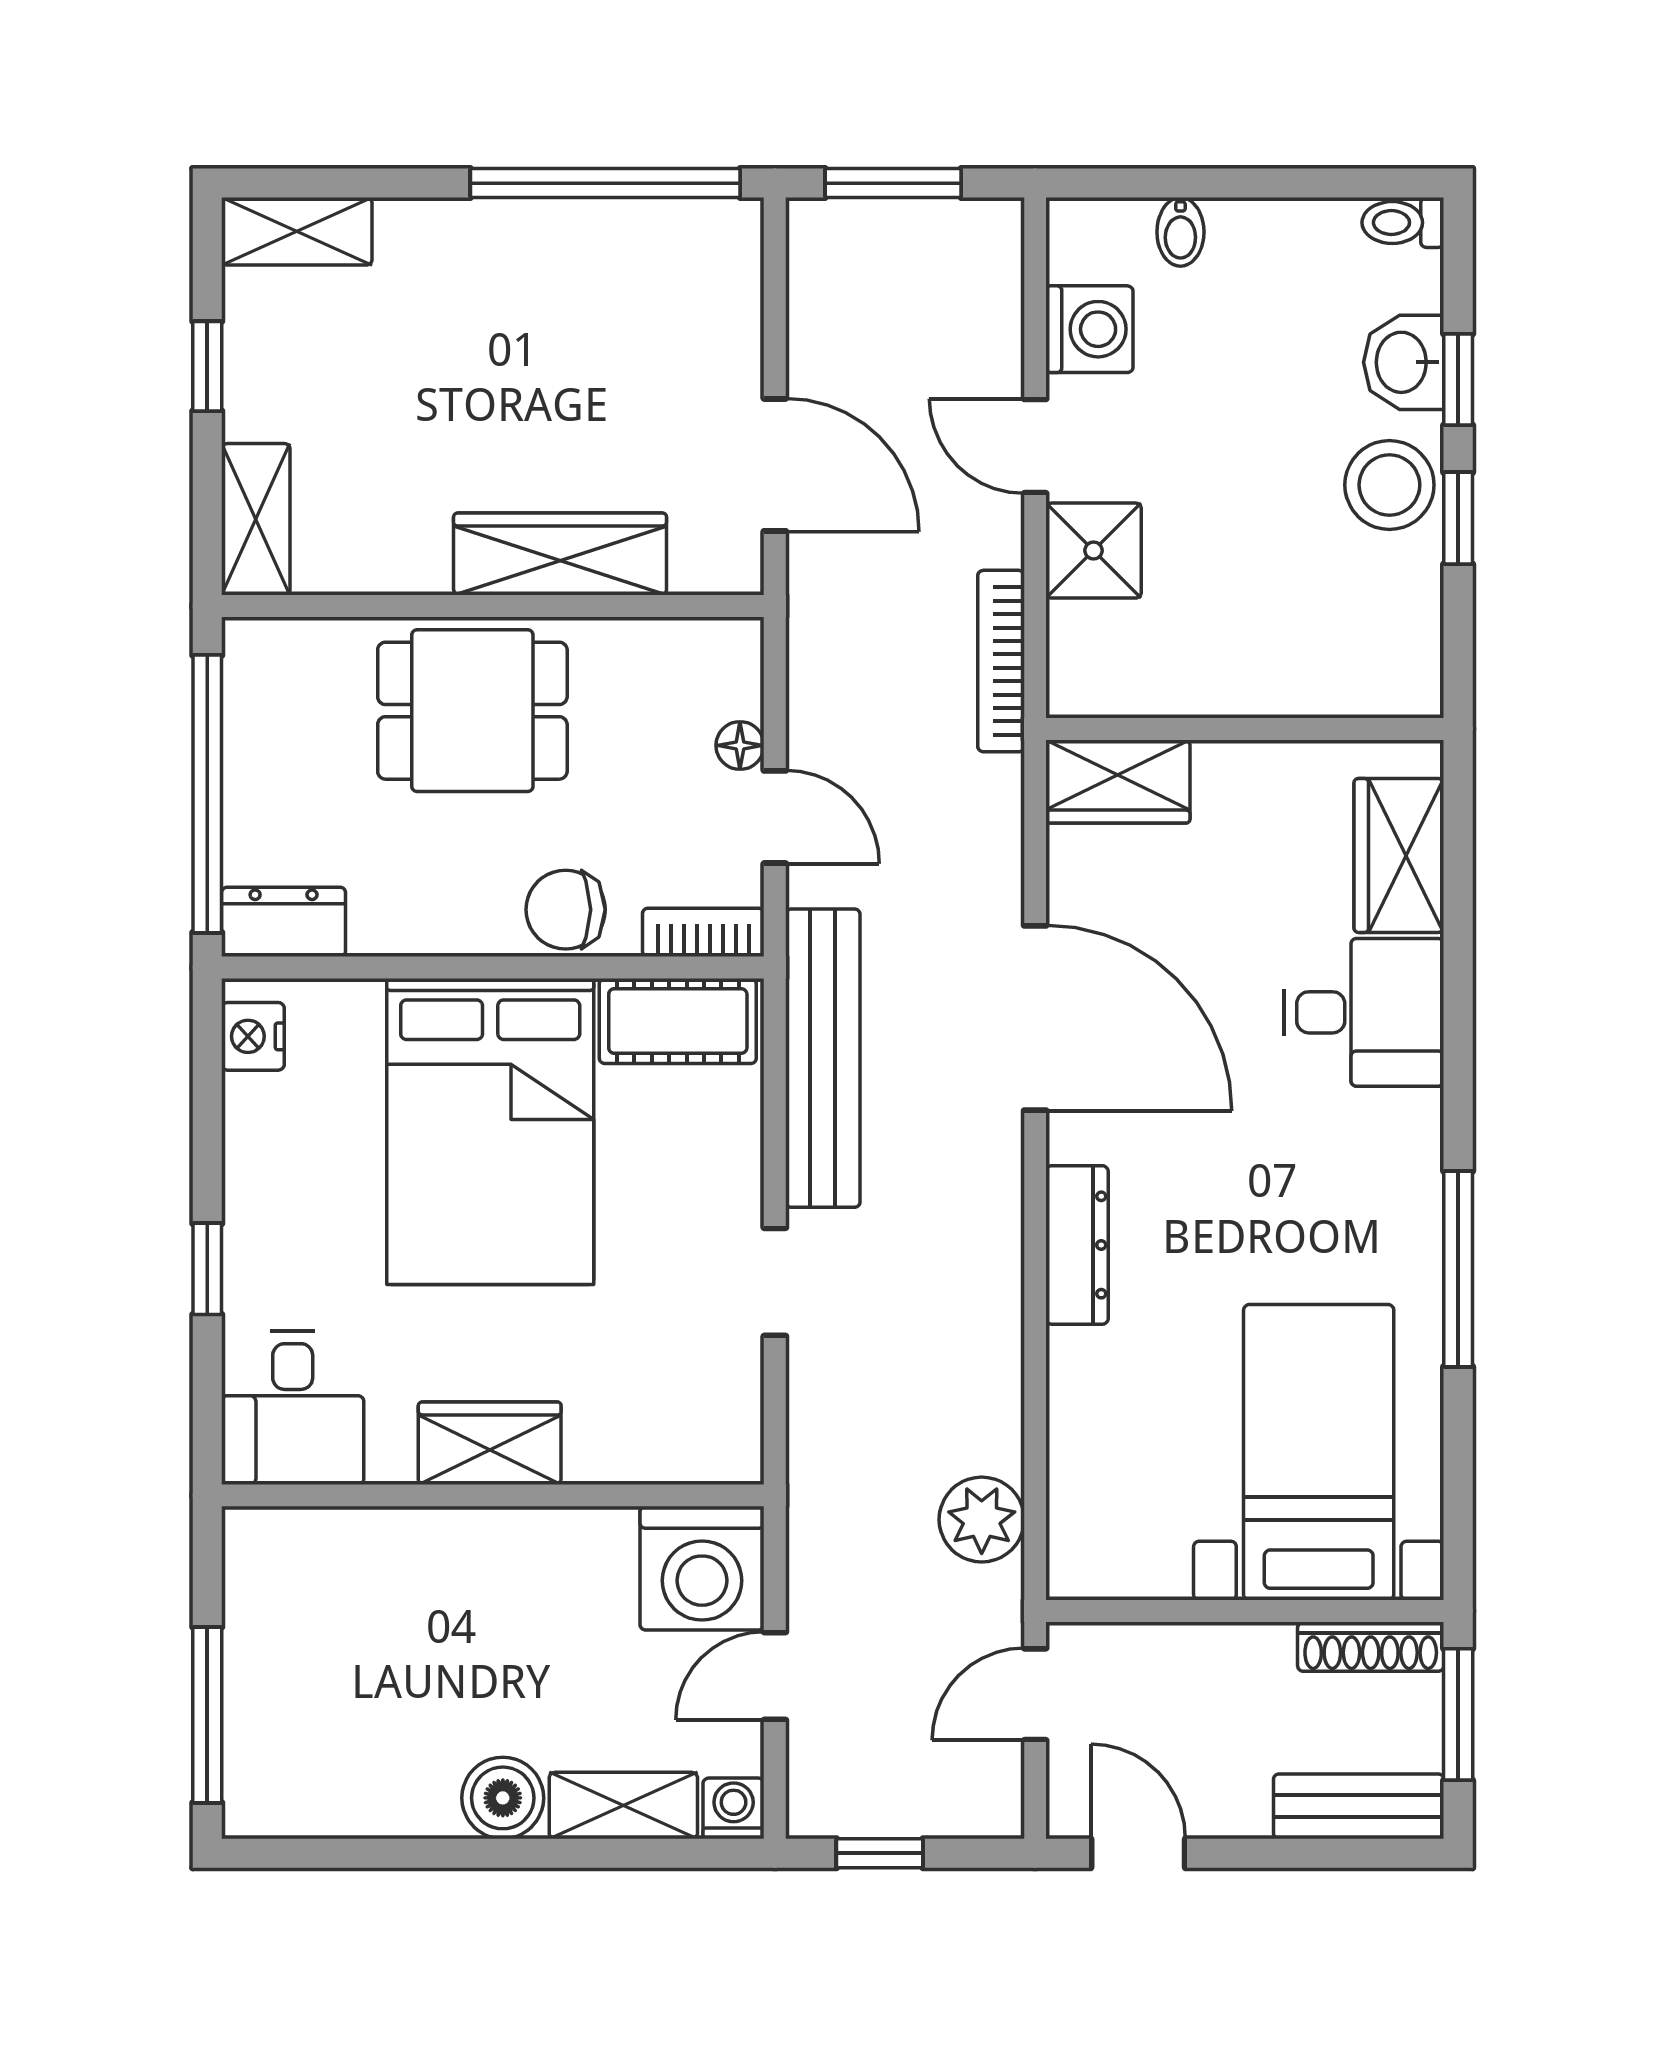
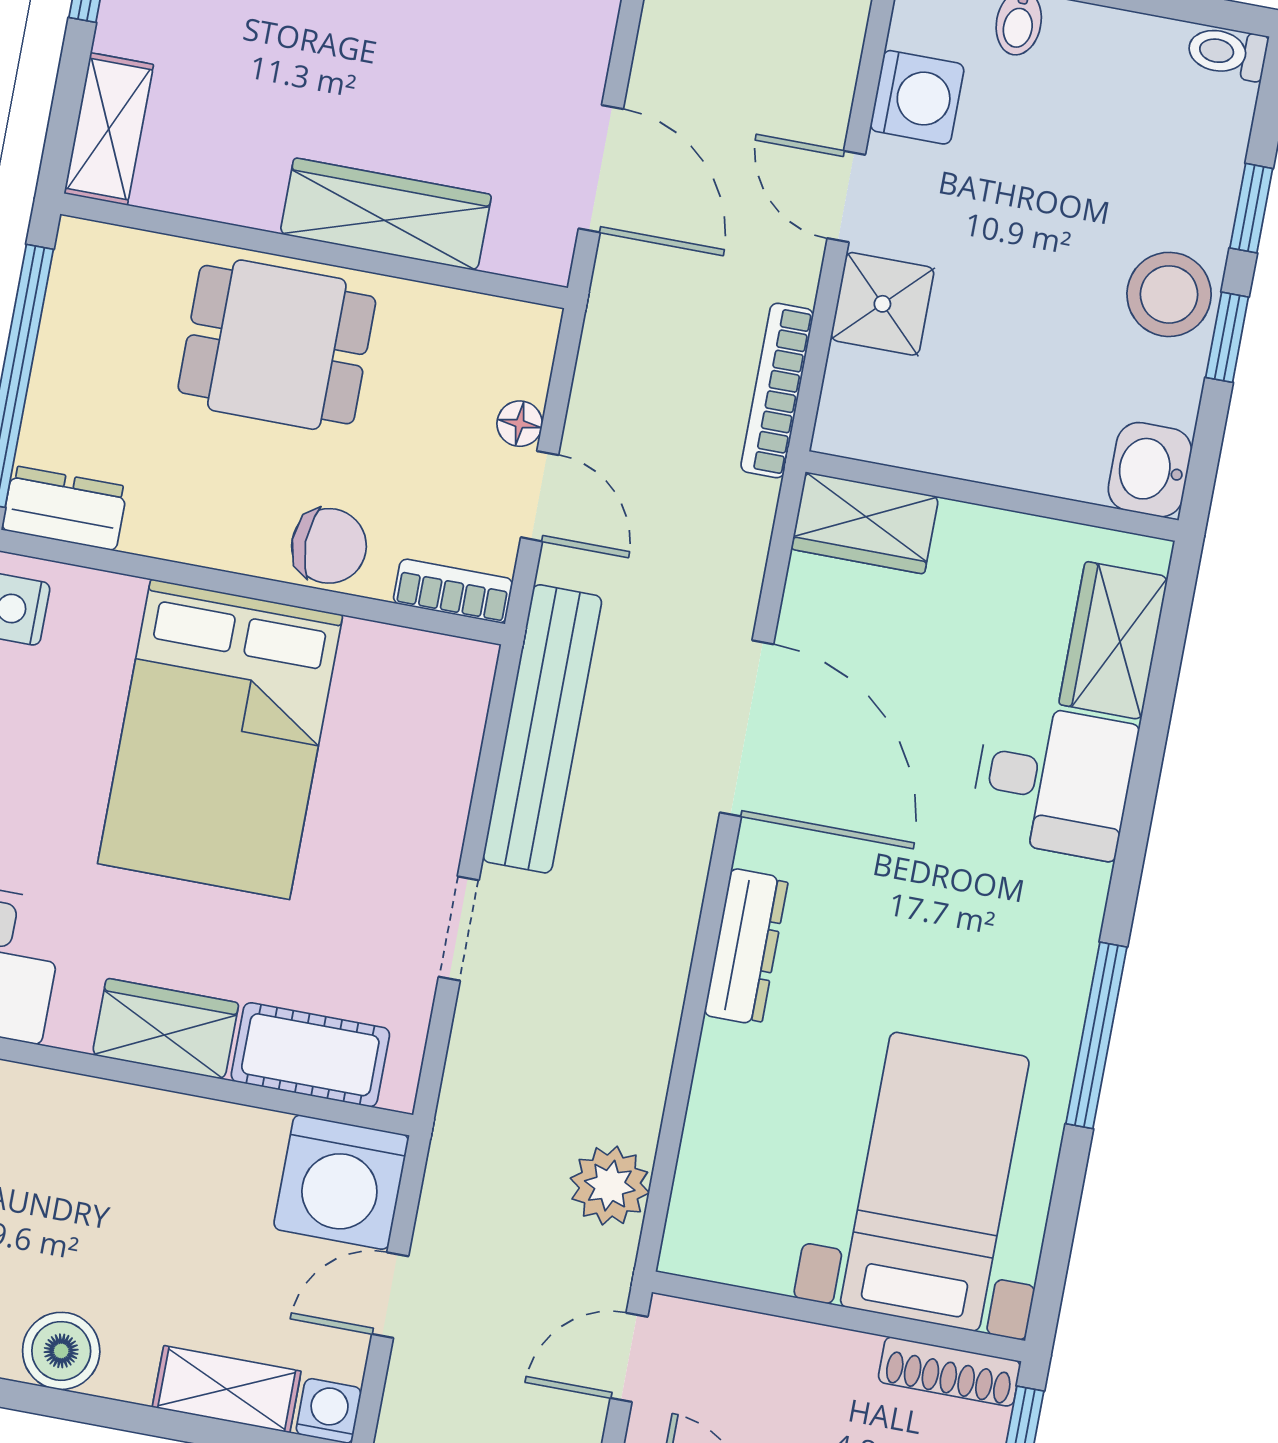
washbasin: (1404, 362) -> (1150, 470), moved
chair: (566, 910) -> (329, 546), turned 180
cot: (678, 1021) -> (310, 1055), moved
boiler: (503, 1798) -> (61, 1351), moved

